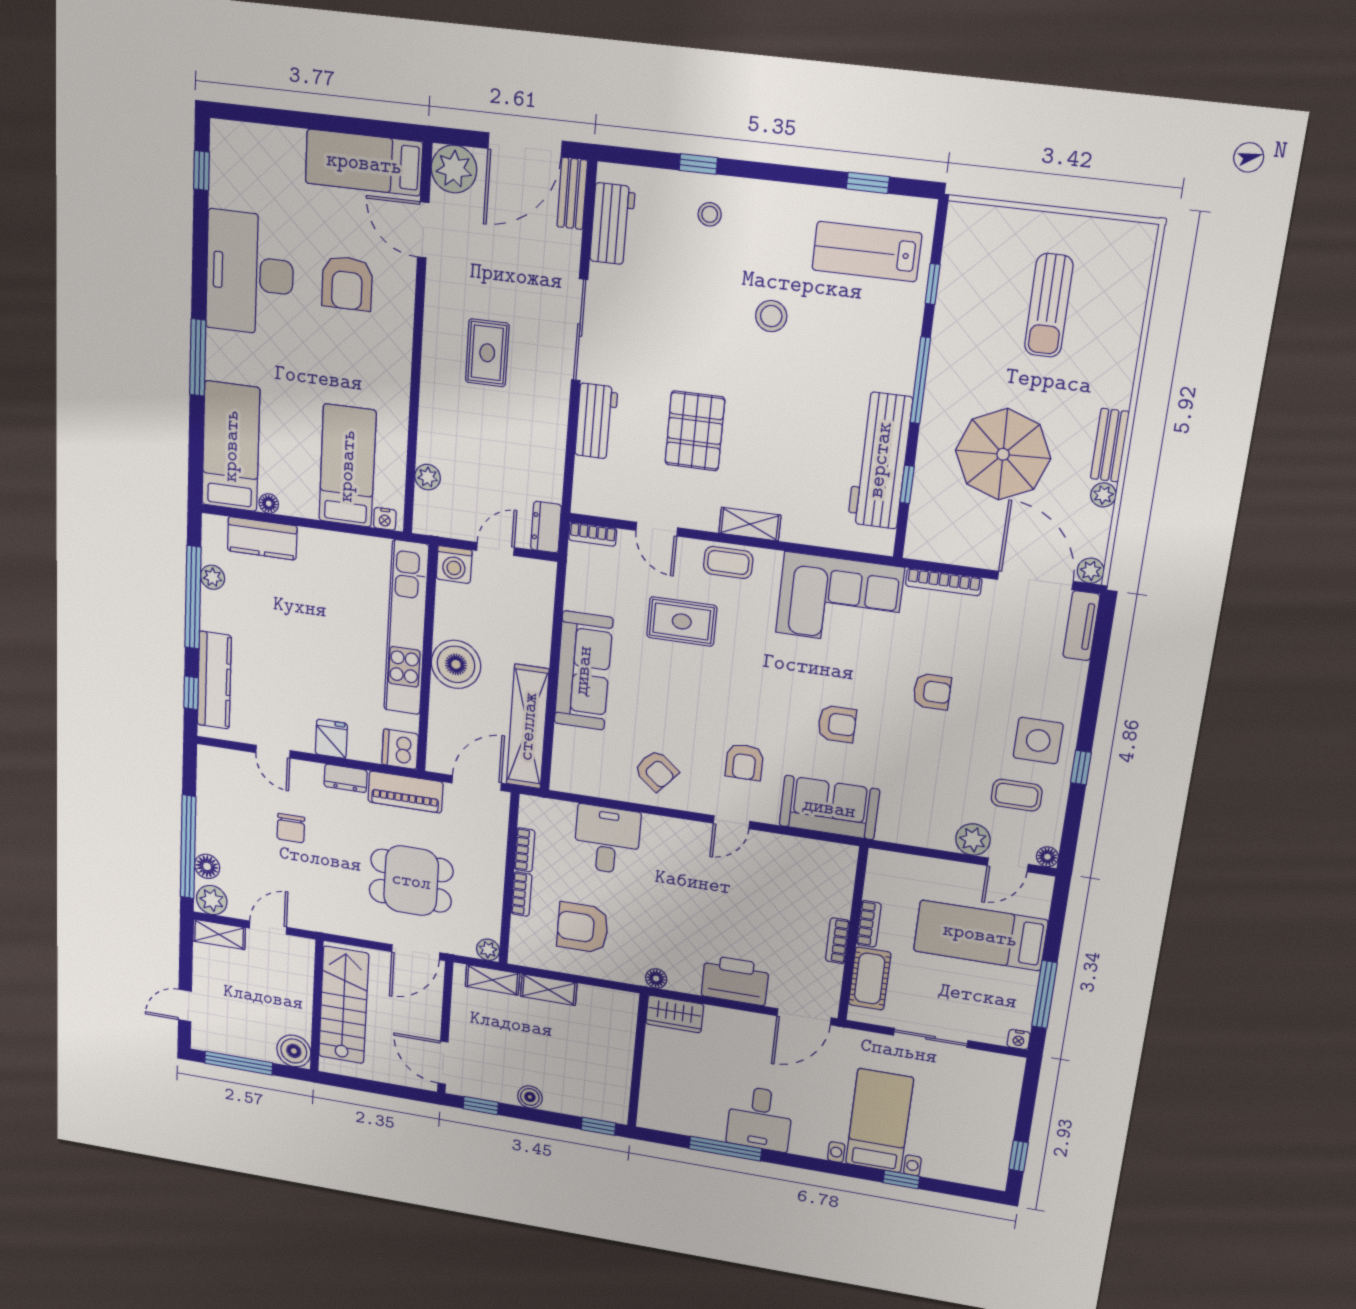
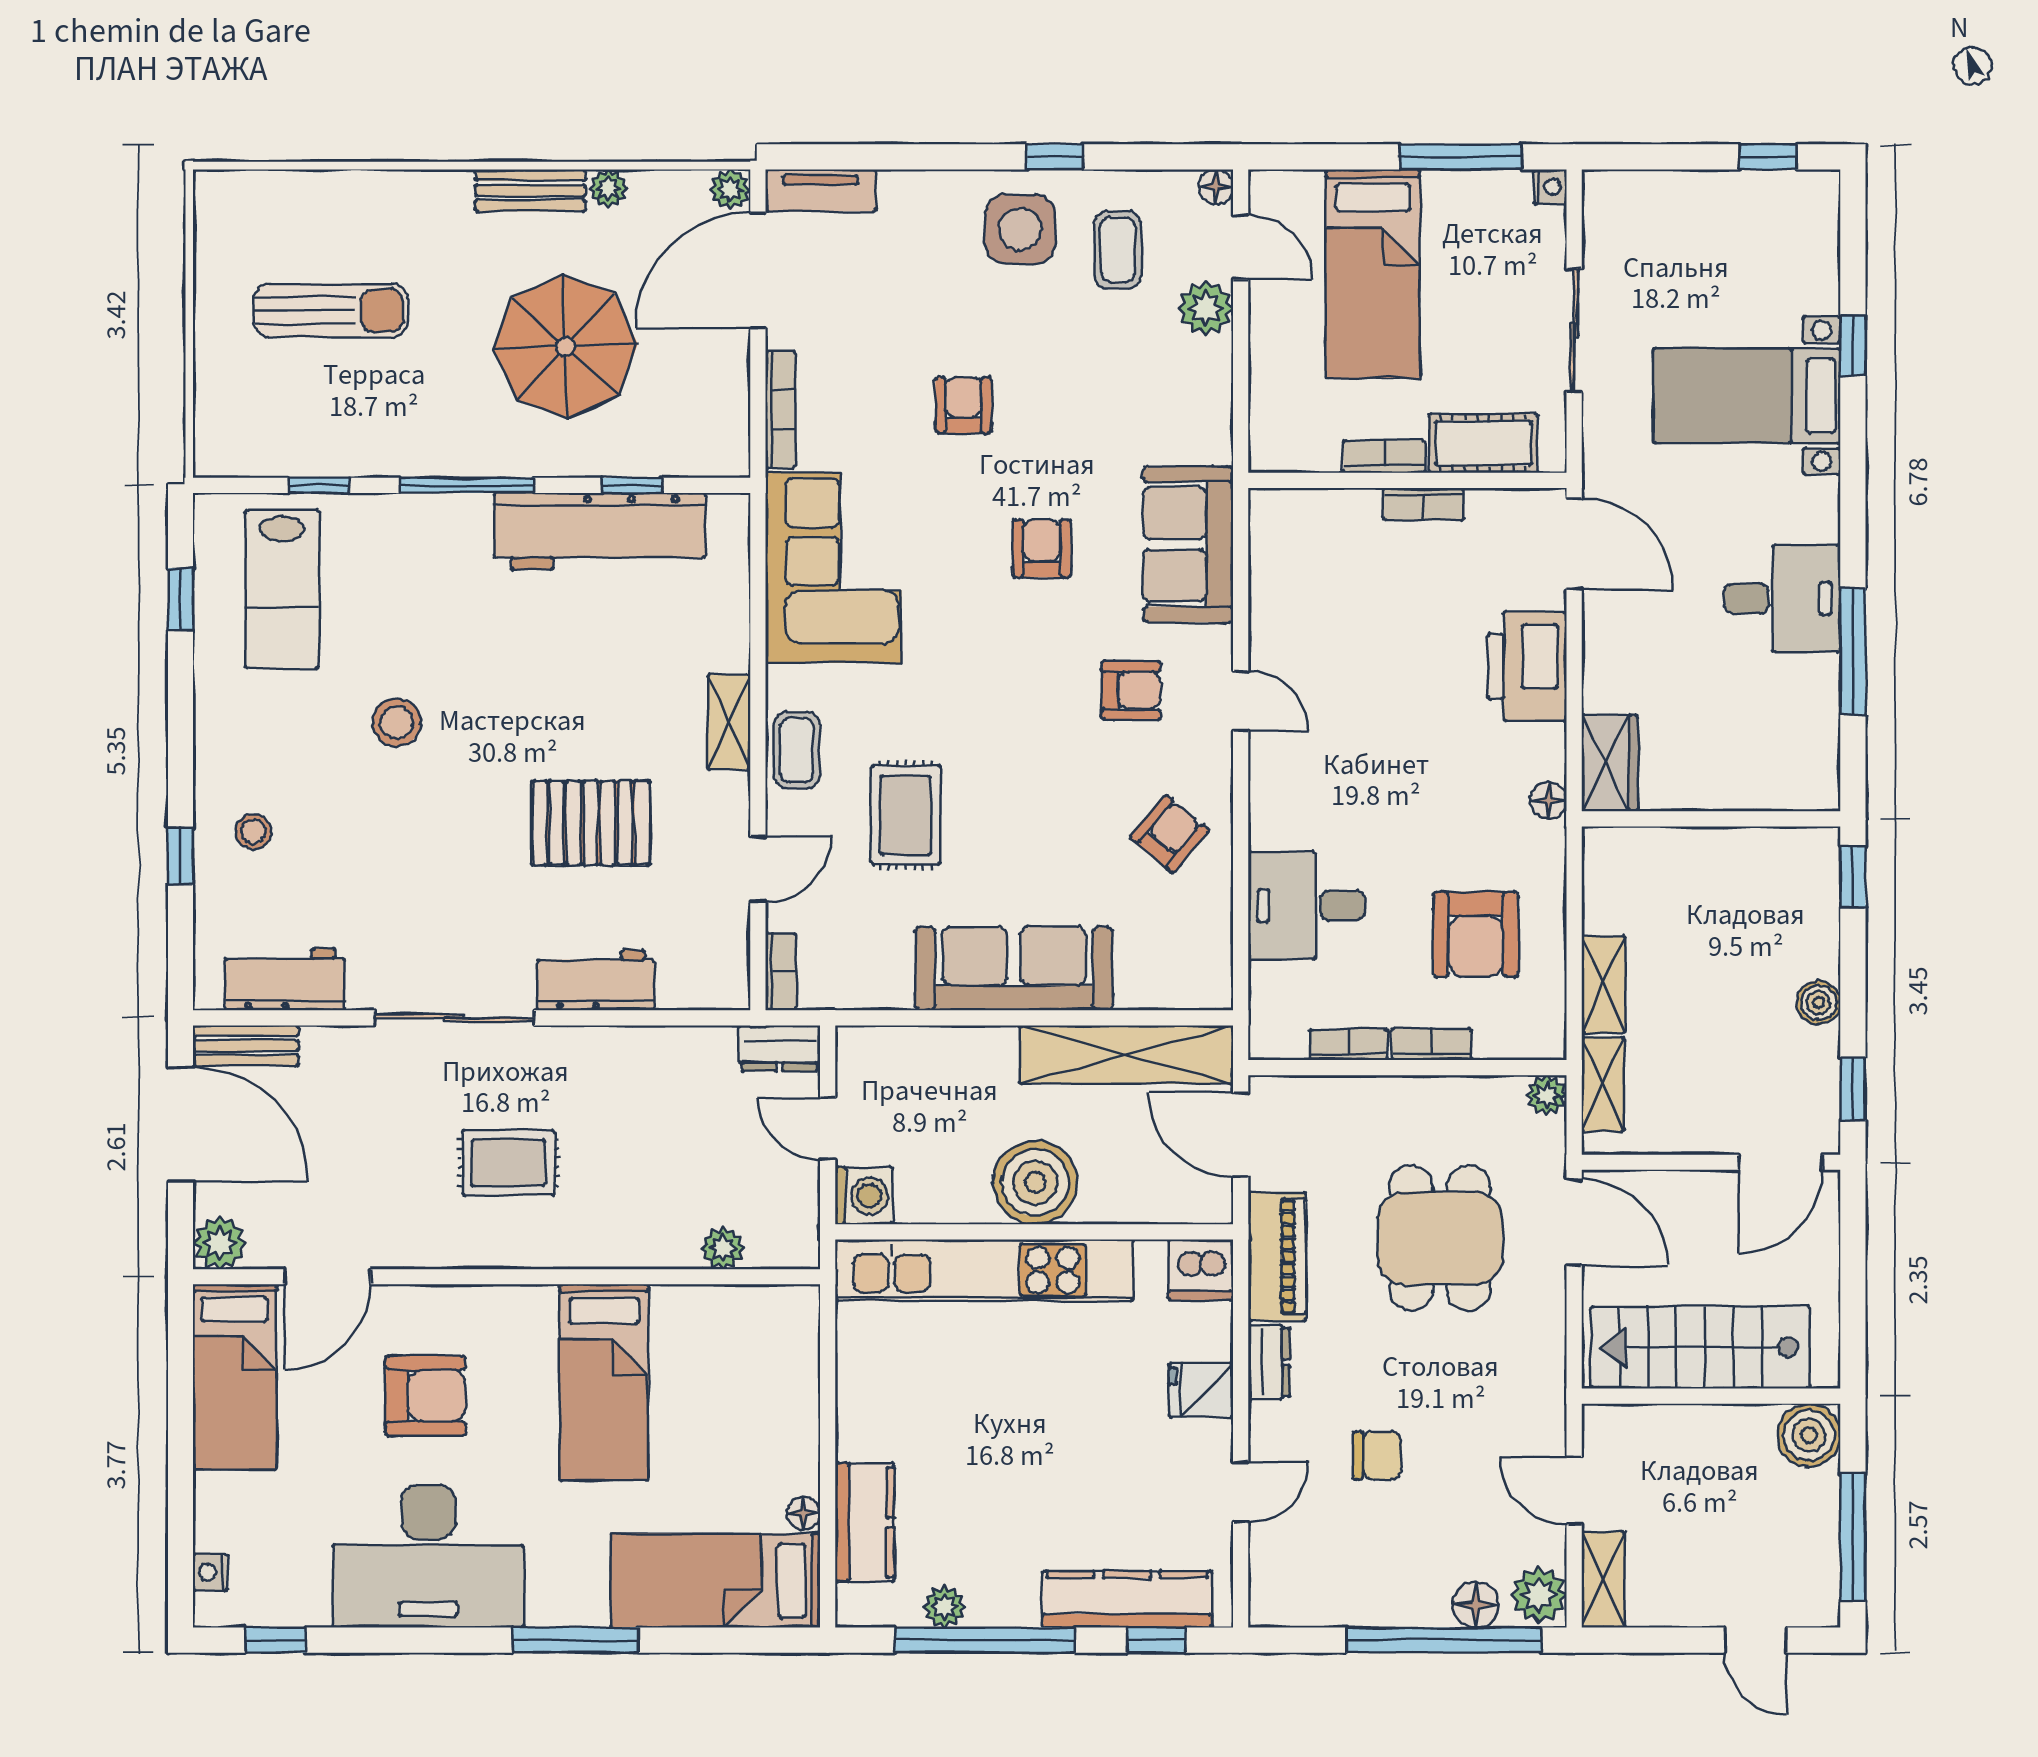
plant: (454, 169) -> (220, 1243), width x0.73, depth x0.73
bed: (347, 466) -> (604, 1382), moved, turned -90
nightstand: (385, 519) -> (210, 1572), moved, turned 180

